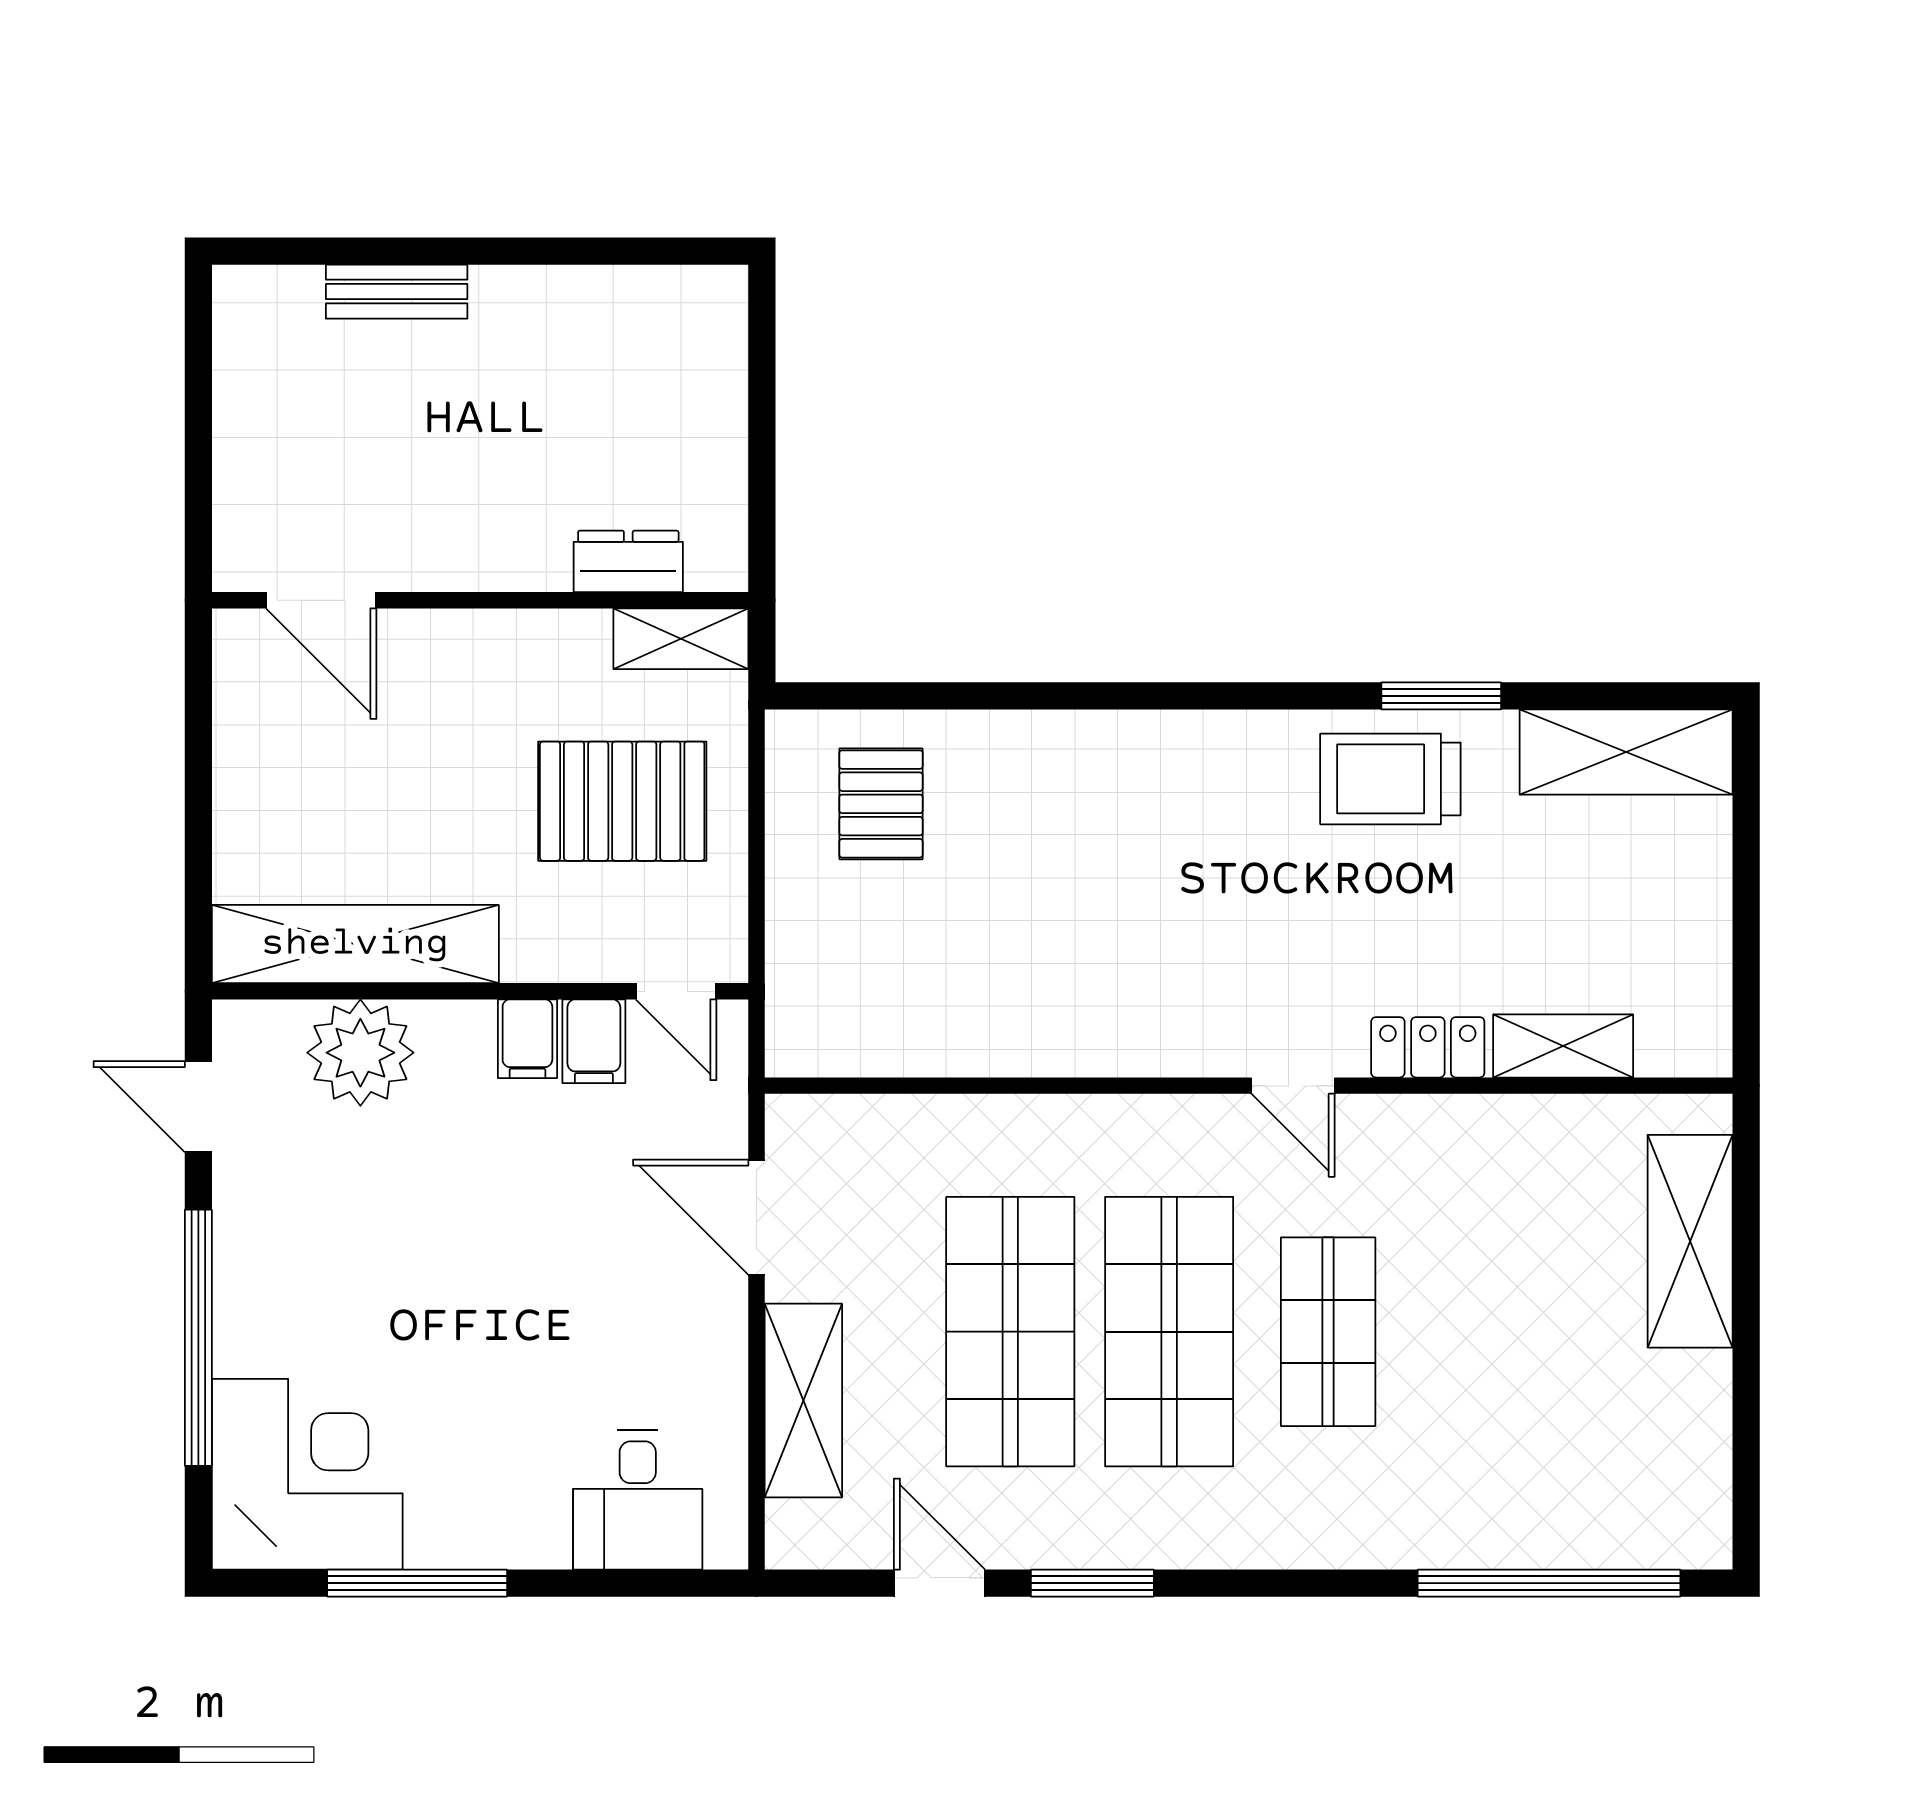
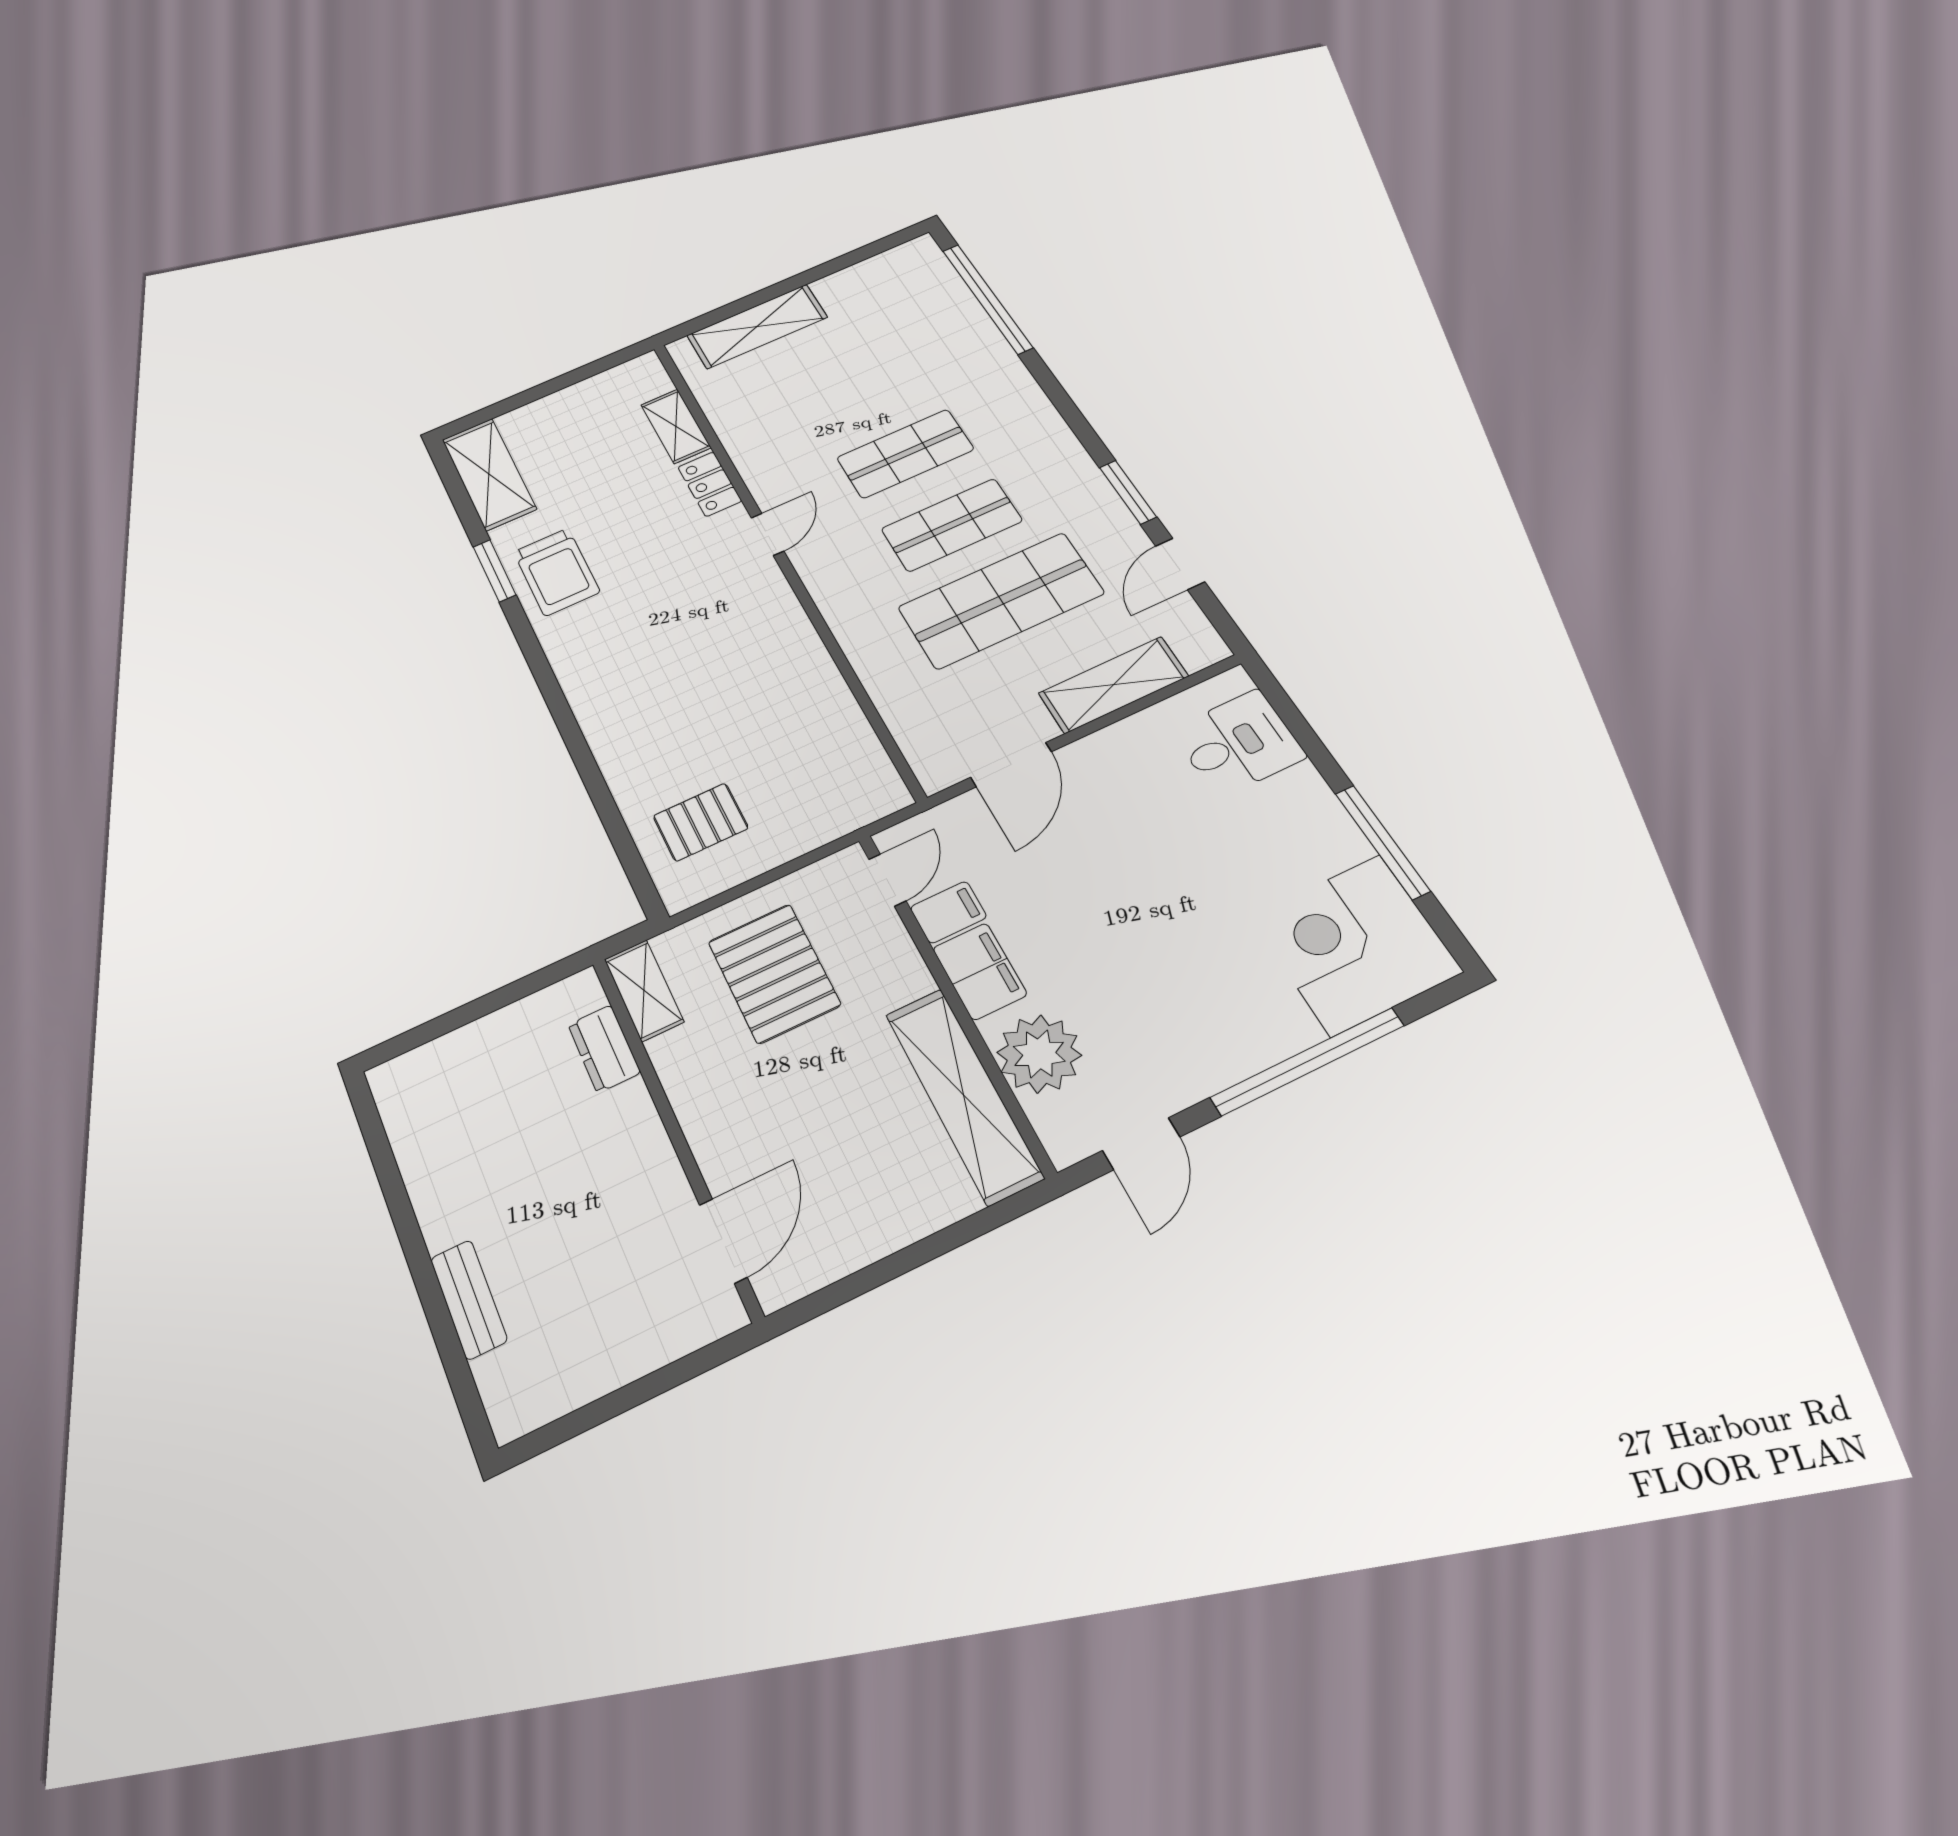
filing cabinet: (527, 1039) -> (980, 971), width x2.00
shop shelf: (1169, 1332) -> (952, 525), width x0.70, depth x0.74

